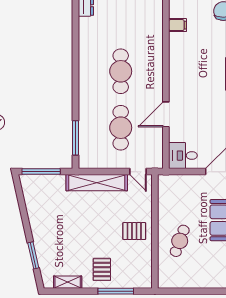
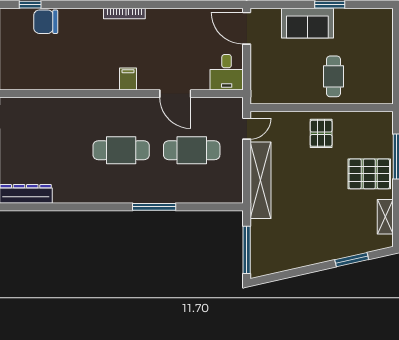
filing cabinet: (178, 25) -> (128, 79), moved
window: (75, 138) -> (154, 207), moved
cafe table: (180, 241) -> (333, 76), turned 70
pallet: (102, 269) -> (369, 174), width x1.50, depth x1.42

